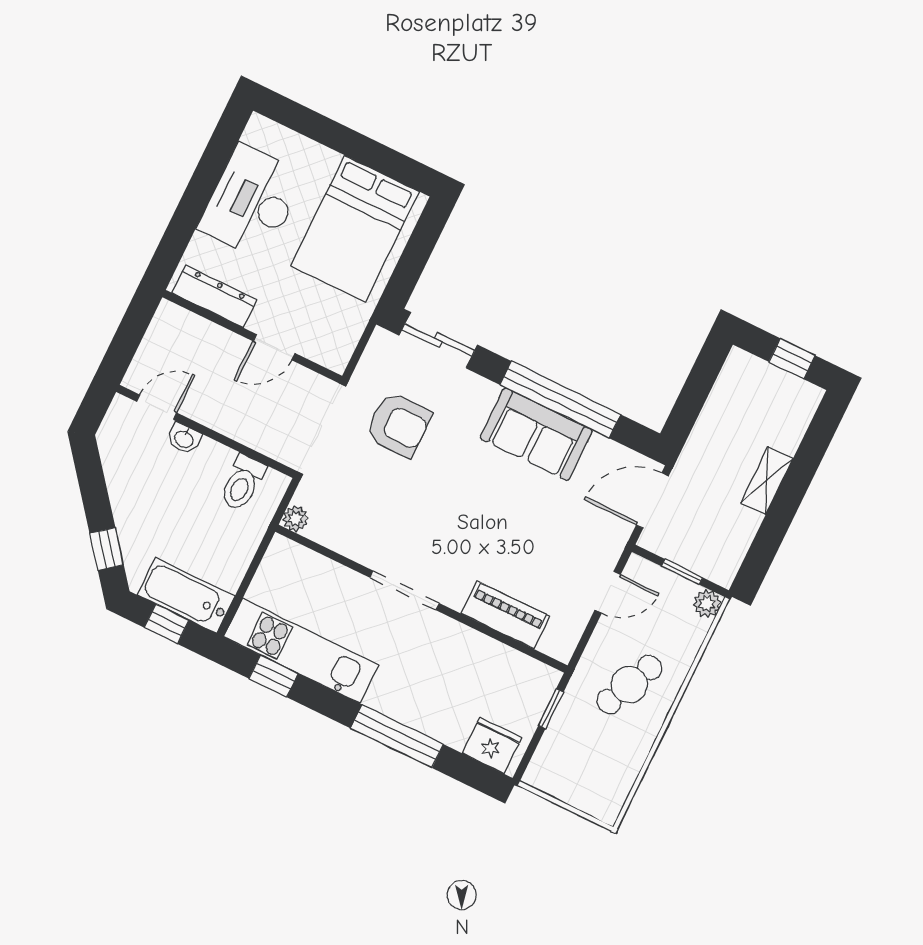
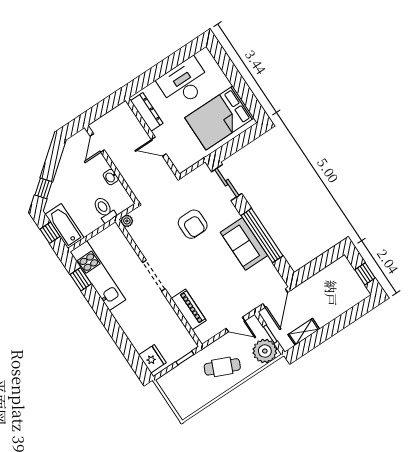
door: (157, 407) -> (97, 143), swing flipped
armchair: (398, 425) -> (193, 224), moved
washbasin: (184, 439) -> (111, 177), moved
shelving: (767, 481) -> (304, 332), moved
toilet: (242, 483) -> (104, 209), moved, turned 90
door: (652, 500) -> (275, 298), swing flipped
plant: (707, 604) -> (265, 351), width x1.88, depth x1.88
window: (397, 736) -> (116, 333), removed

